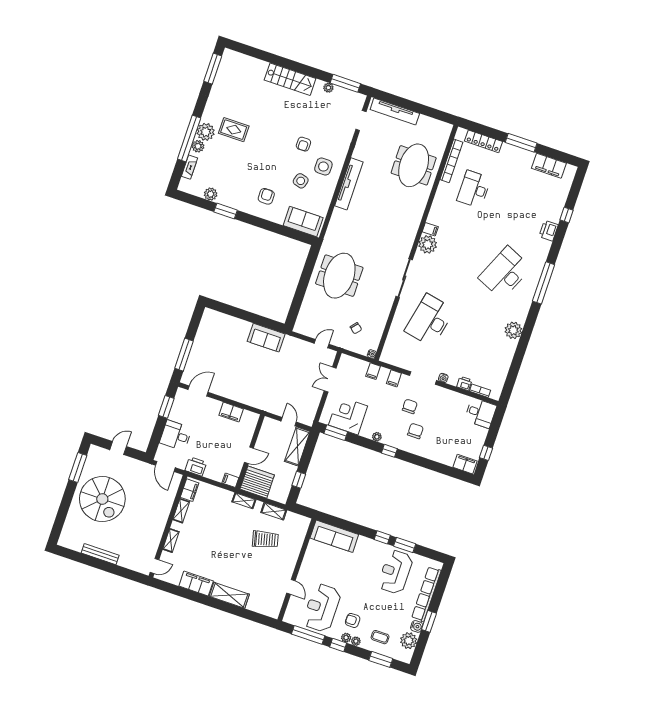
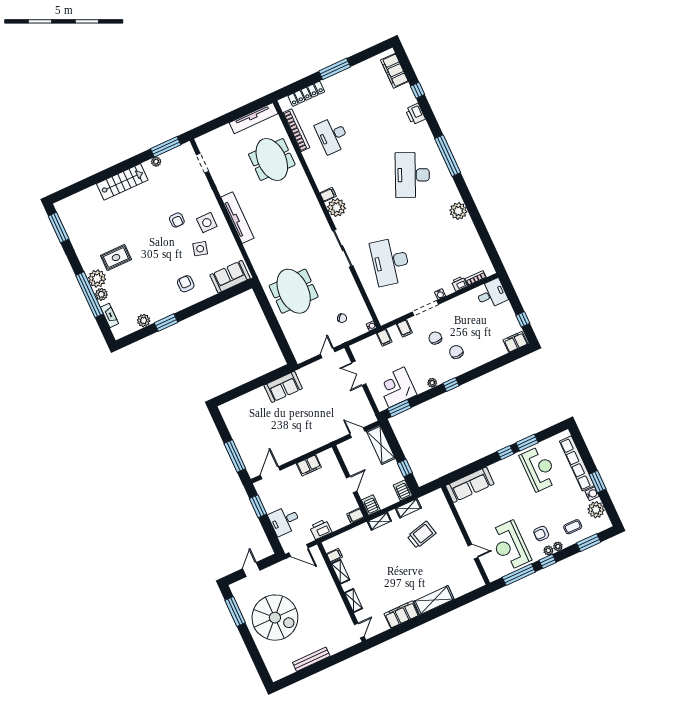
tv unit: (395, 111) -> (254, 118), moved
filing cabinet: (549, 166) -> (394, 71), moved, turned 90
server rack: (257, 482) -> (371, 505), width x0.46, depth x0.70
filing cabinet: (190, 490) -> (334, 555), width x0.50
server rack: (282, 494) -> (403, 490), added
reception desk: (395, 572) -> (539, 469), turned 180

